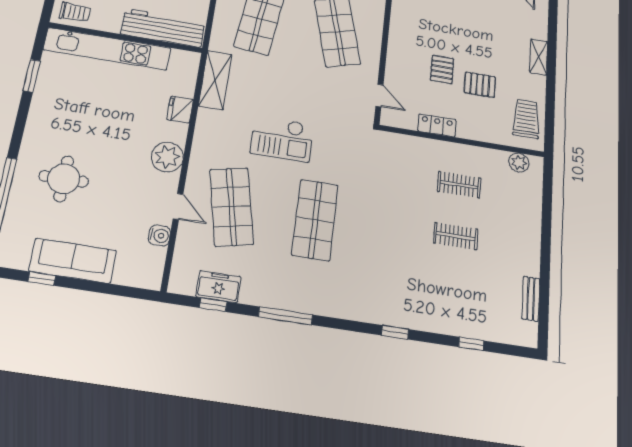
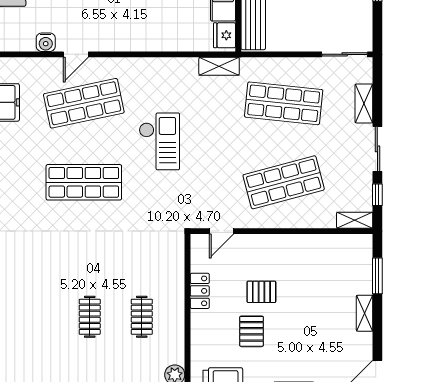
shelving: (215, 80) -> (219, 66), width x0.67, depth x0.75
fridge: (180, 109) -> (225, 35), moved, turned -90
checkout: (282, 139) -> (159, 141), turned 180
plant: (167, 157) -> (122, 37), removed

